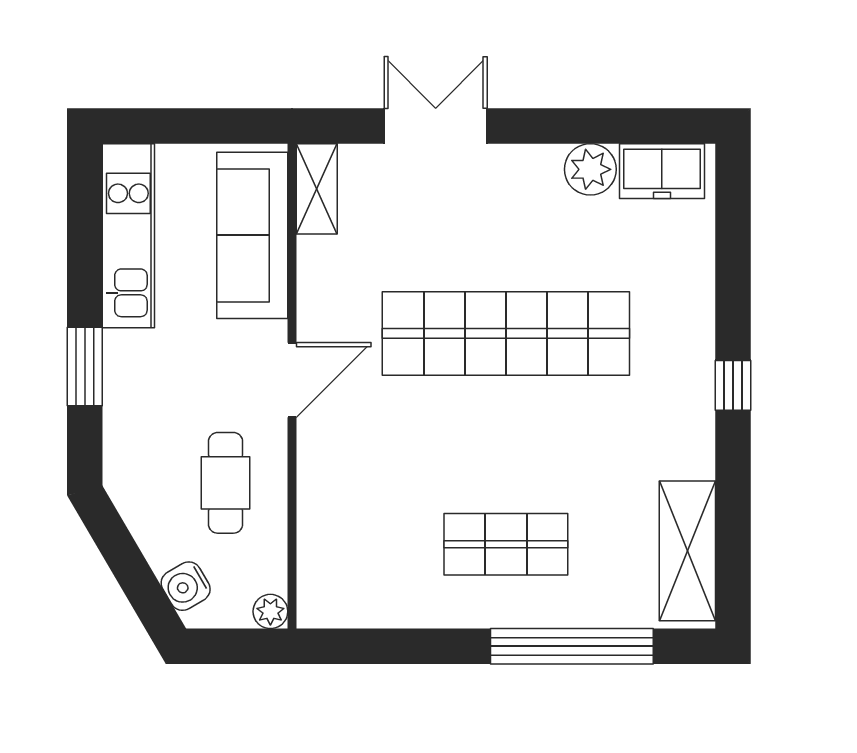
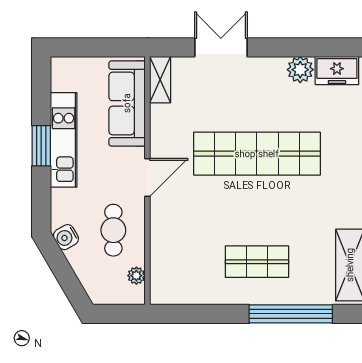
kitchen unit: (128, 236) -> (64, 140), moved
window: (85, 367) -> (41, 146), moved
water cooler: (186, 586) -> (66, 237), moved
plant: (270, 611) -> (136, 276), moved

